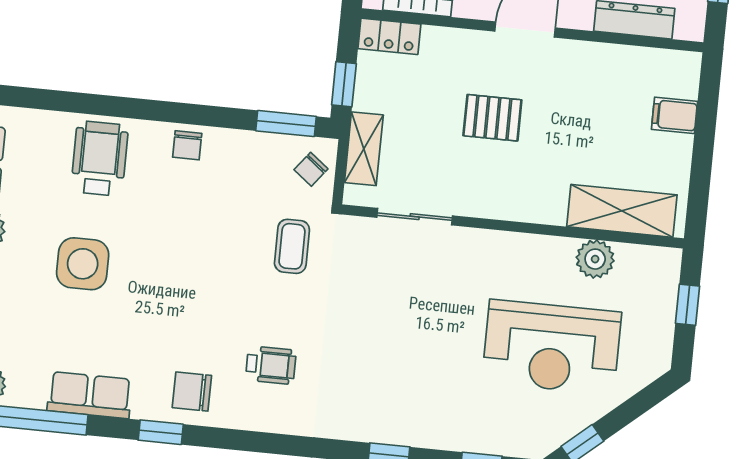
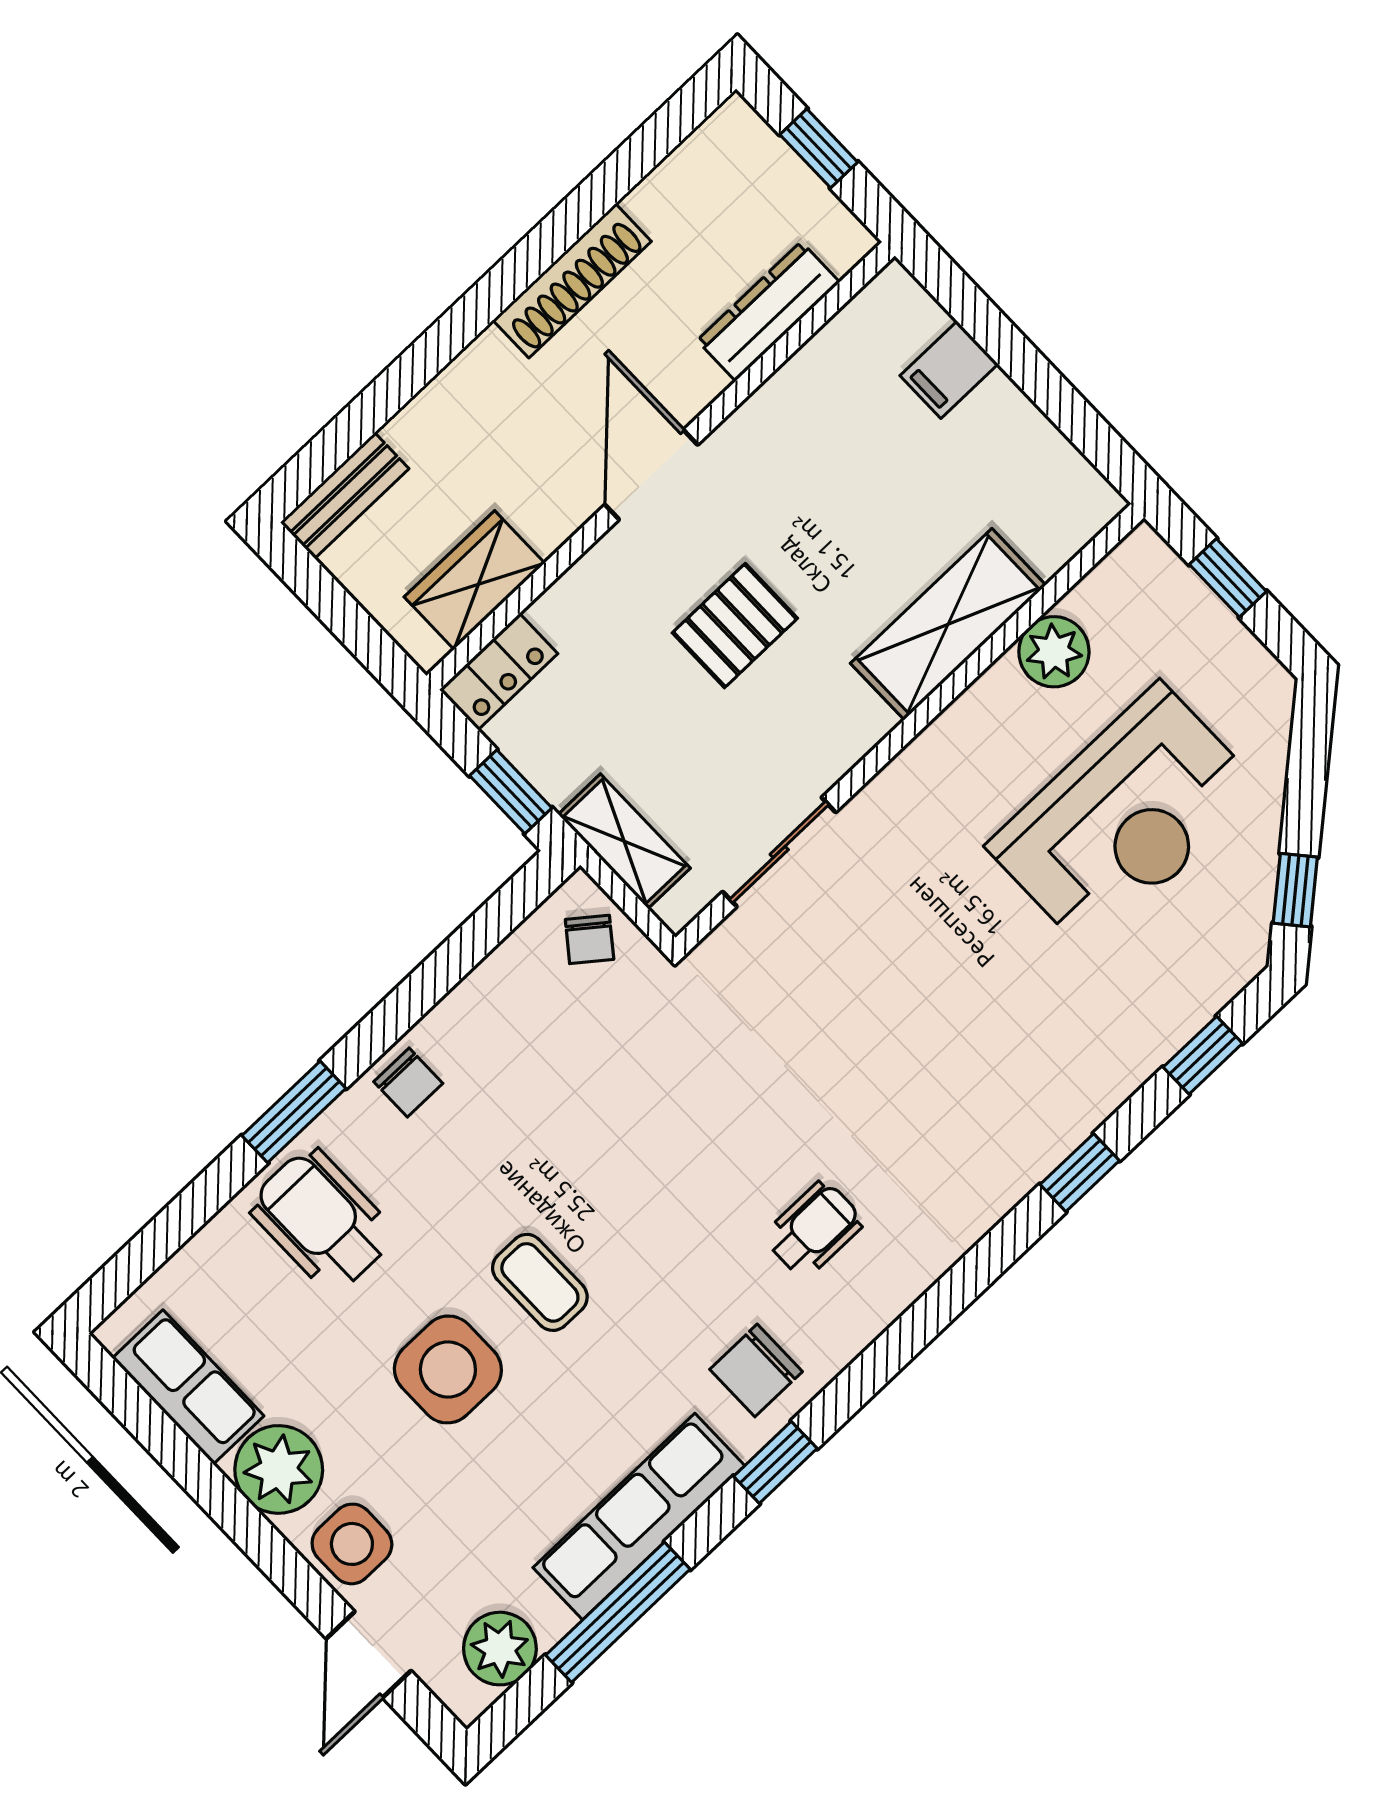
window: (286, 124) -> (294, 1112), moved
shelving: (622, 211) -> (948, 624), moved
coffee table: (292, 246) -> (540, 1282), moved
row of seats: (90, 395) -> (639, 1517), width x1.48

